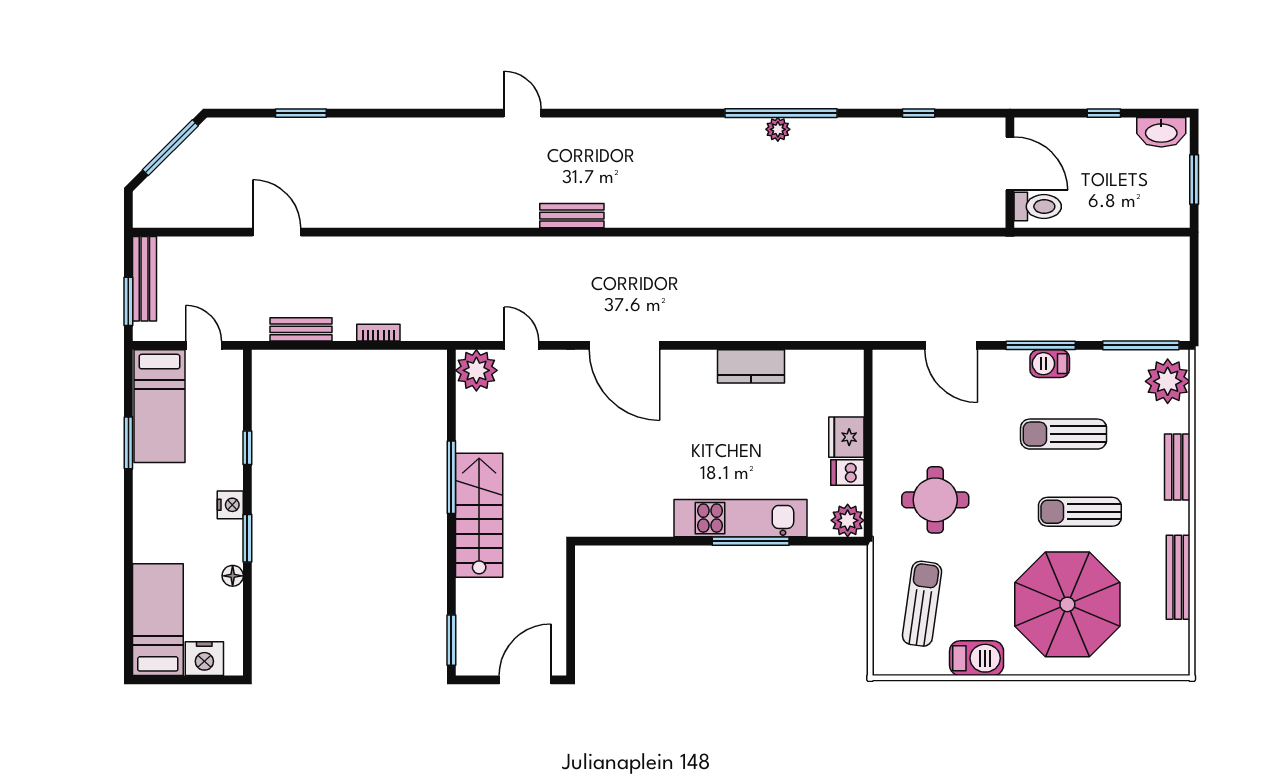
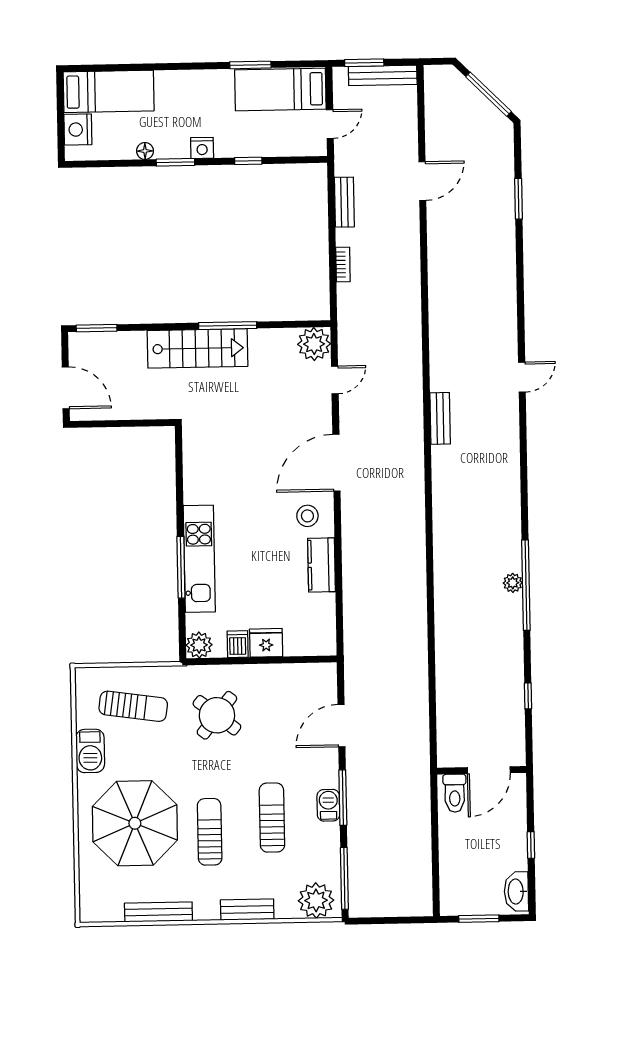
stool: (690, 383) -> (307, 516), added
round table: (935, 500) -> (217, 715), turned 38

